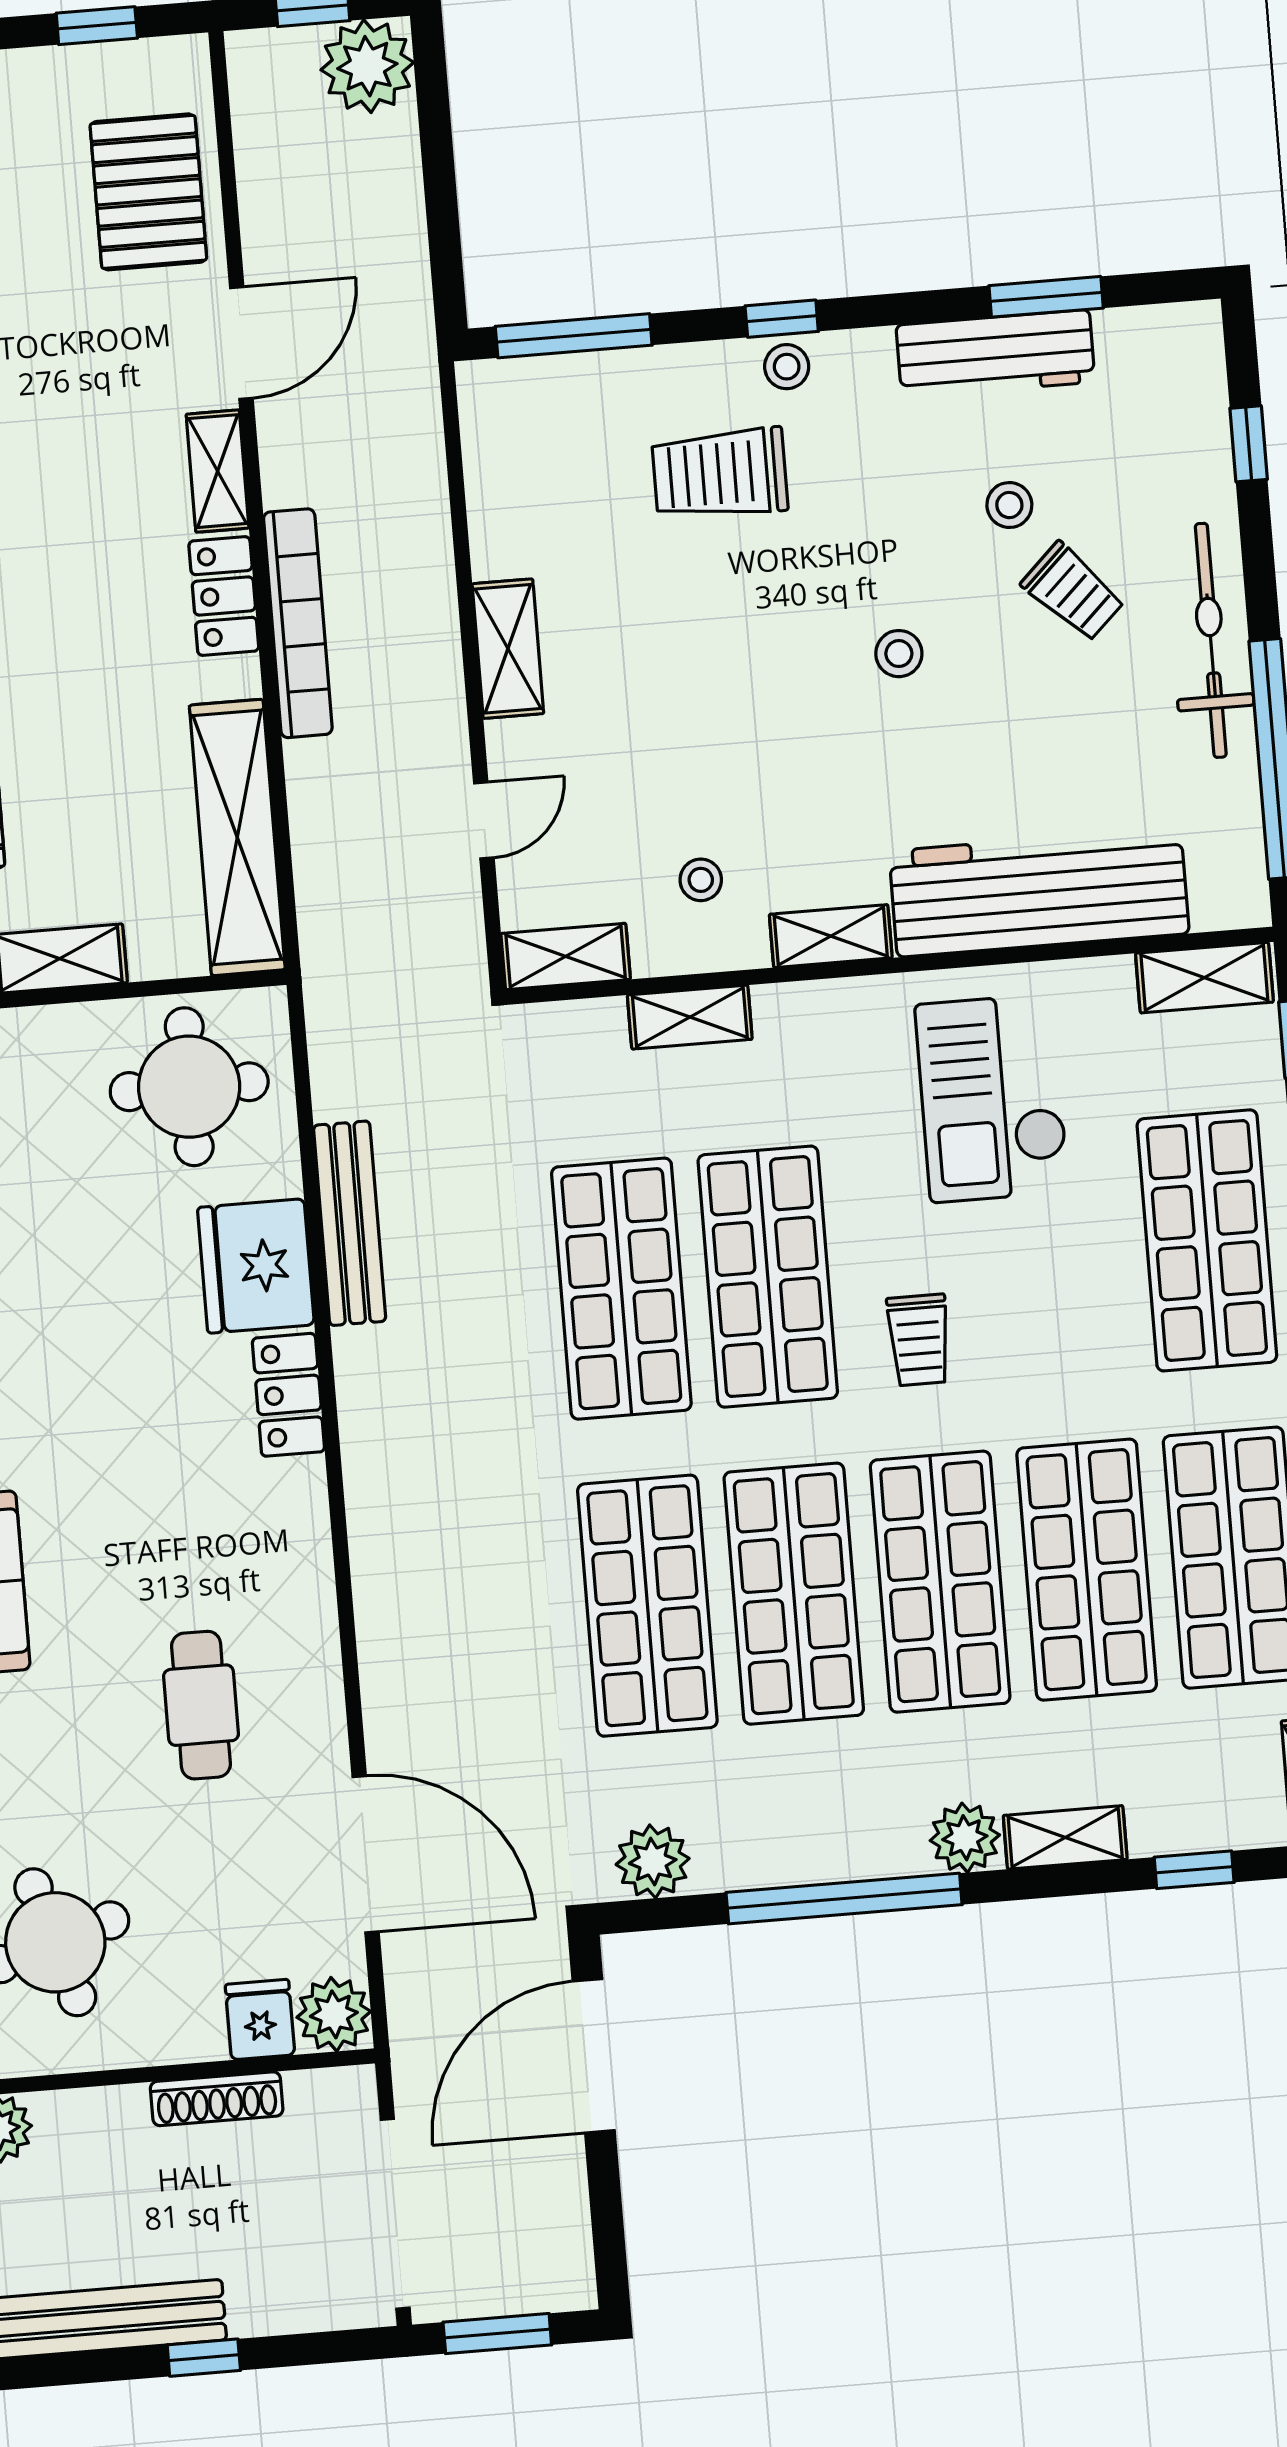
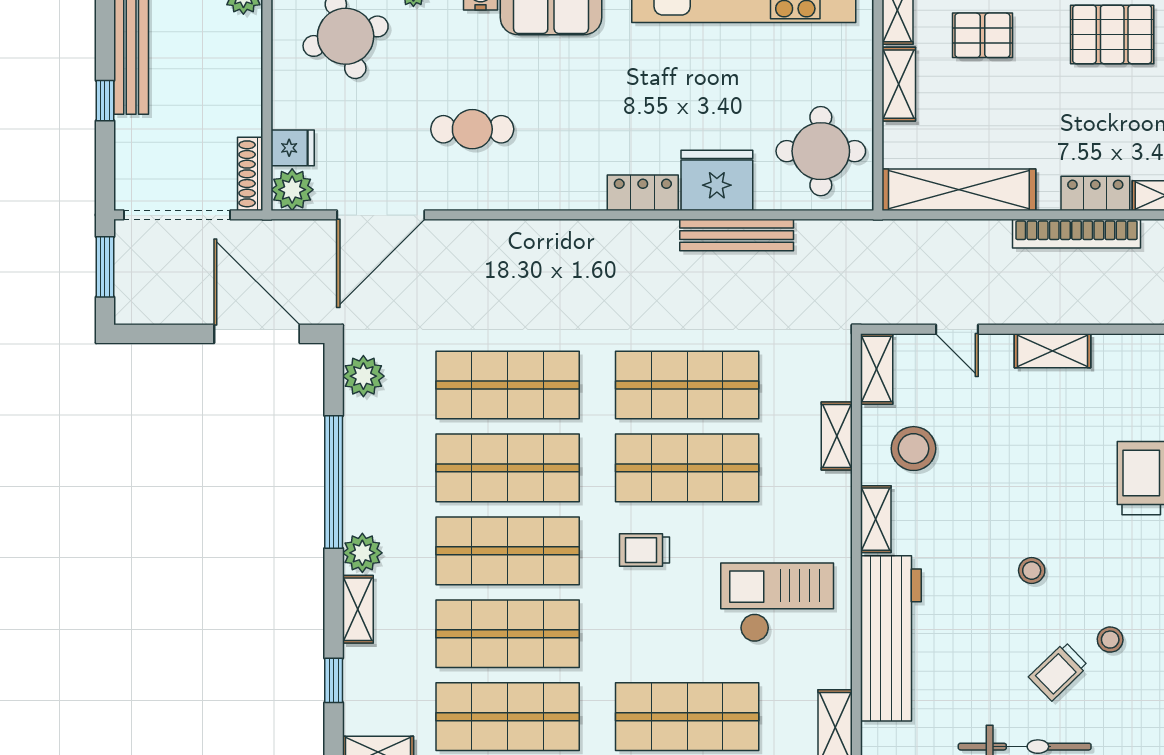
stool: (701, 880) -> (913, 449), width x1.89, depth x1.89
shoe rack: (217, 2099) -> (250, 174), moved

